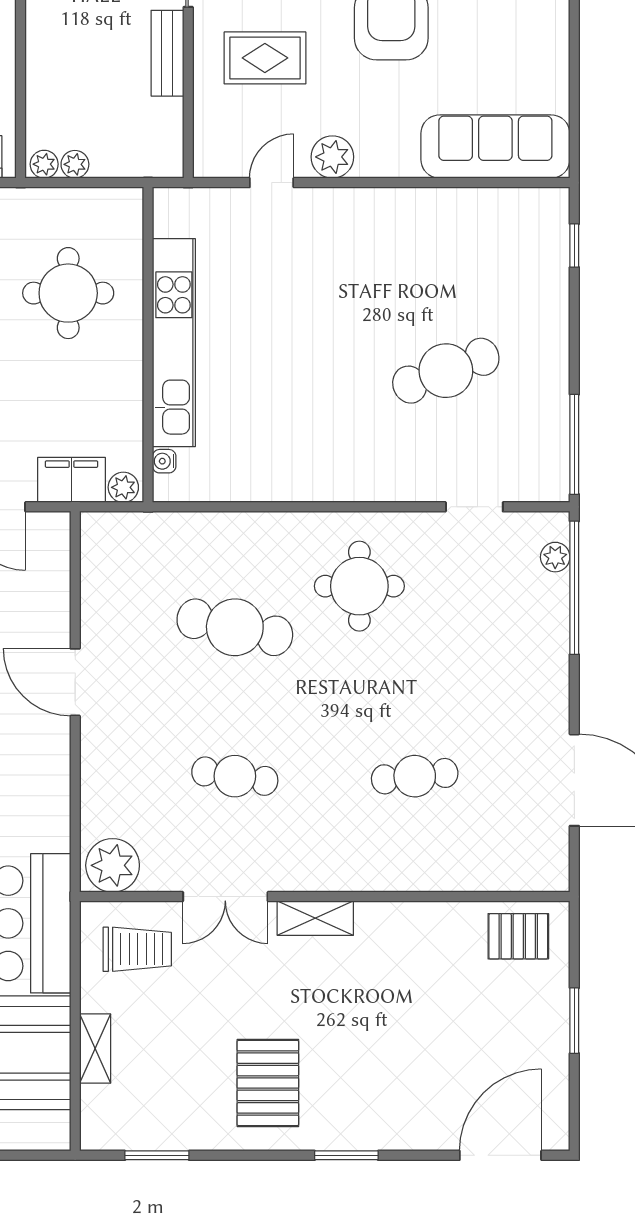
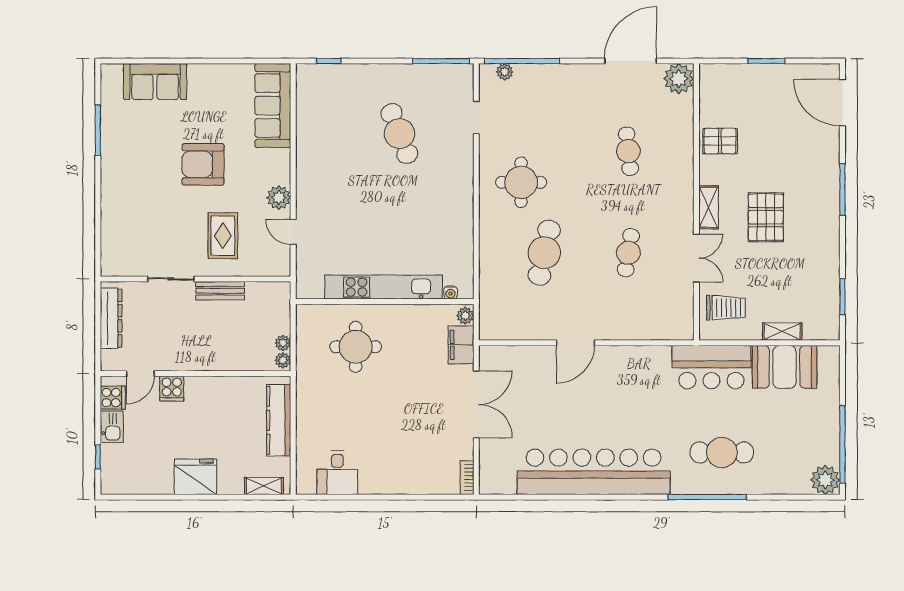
plant: (113, 865) -> (679, 79), moved
pallet: (518, 936) -> (720, 141), moved, turned 90
trolley: (137, 949) -> (726, 308), turned 90
pallet: (268, 1083) -> (766, 217), moved, turned 90
window: (346, 1155) -> (842, 190), width x1.44

